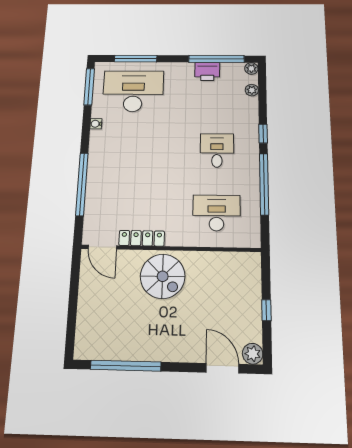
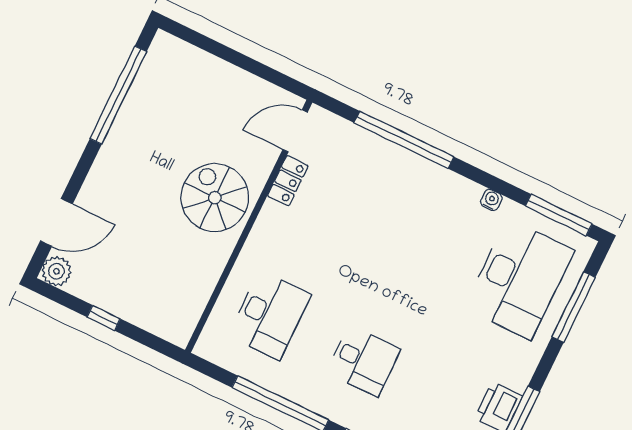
locker: (142, 238) -> (288, 181), width x0.66
spiral stairs: (163, 276) -> (215, 198), turned 90

